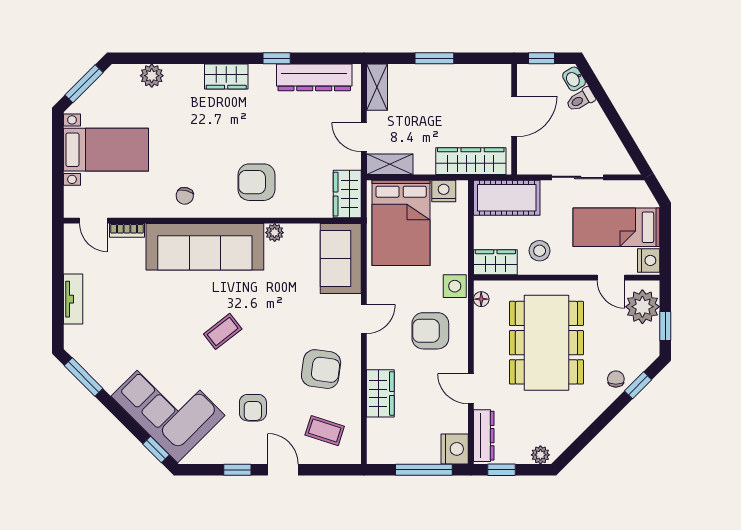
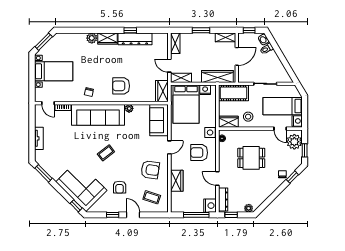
shelving: (489, 74) -> (225, 37), added
plant: (152, 76) -> (92, 38), moved
dresser: (314, 77) -> (135, 39), moved
dining table: (546, 343) -> (251, 158), width x0.53, depth x0.80

